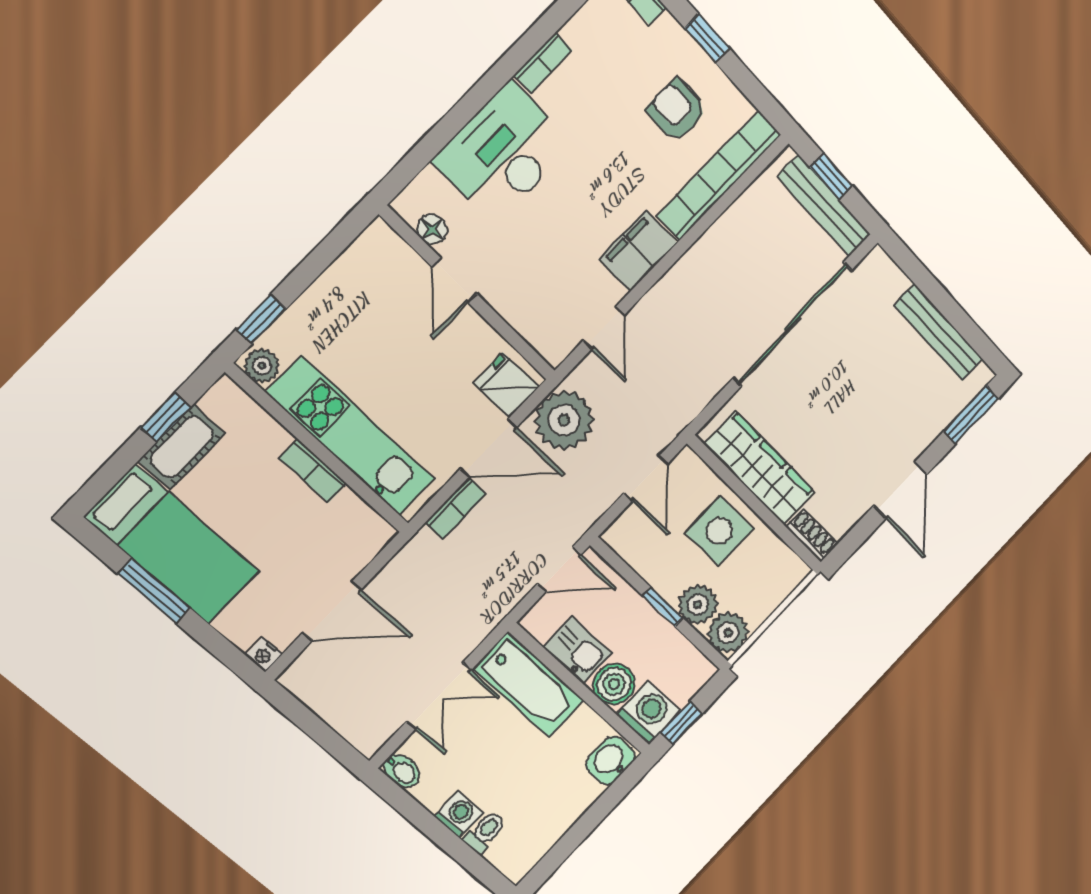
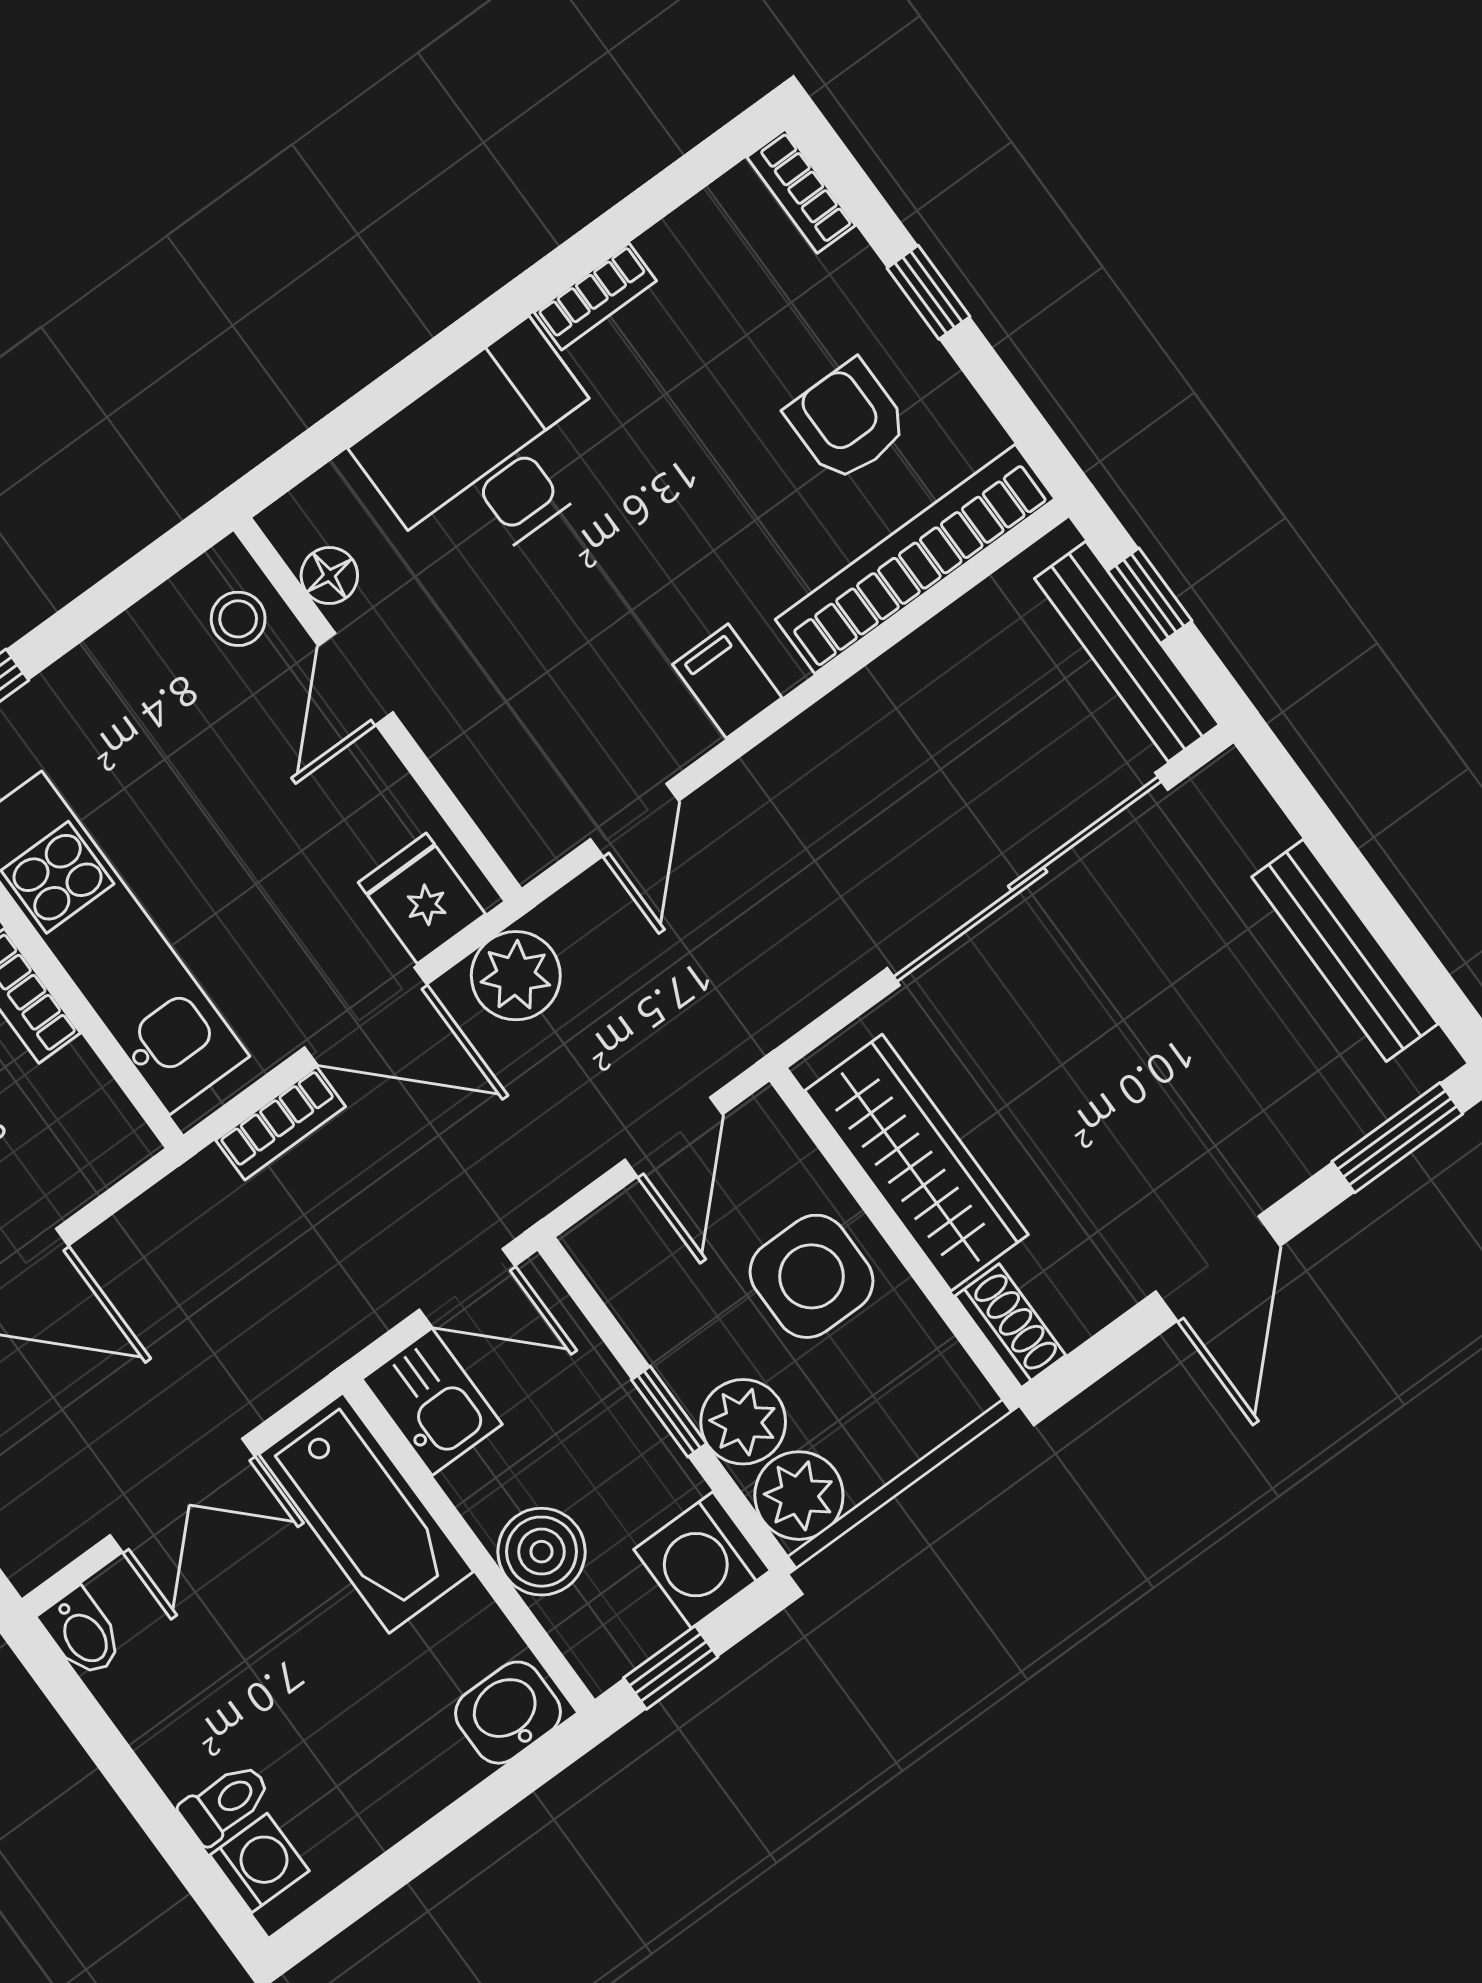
filing cabinet: (638, 251) -> (727, 681), width x0.50
stool: (389, 259) -> (238, 619), added
plant: (564, 420) -> (516, 976), width x0.73, depth x0.73
kitchen sink: (577, 650) -> (432, 1402), moved
washing machine: (648, 712) -> (702, 1560), moved, turned 180
washing machine: (459, 814) -> (259, 1863), moved

